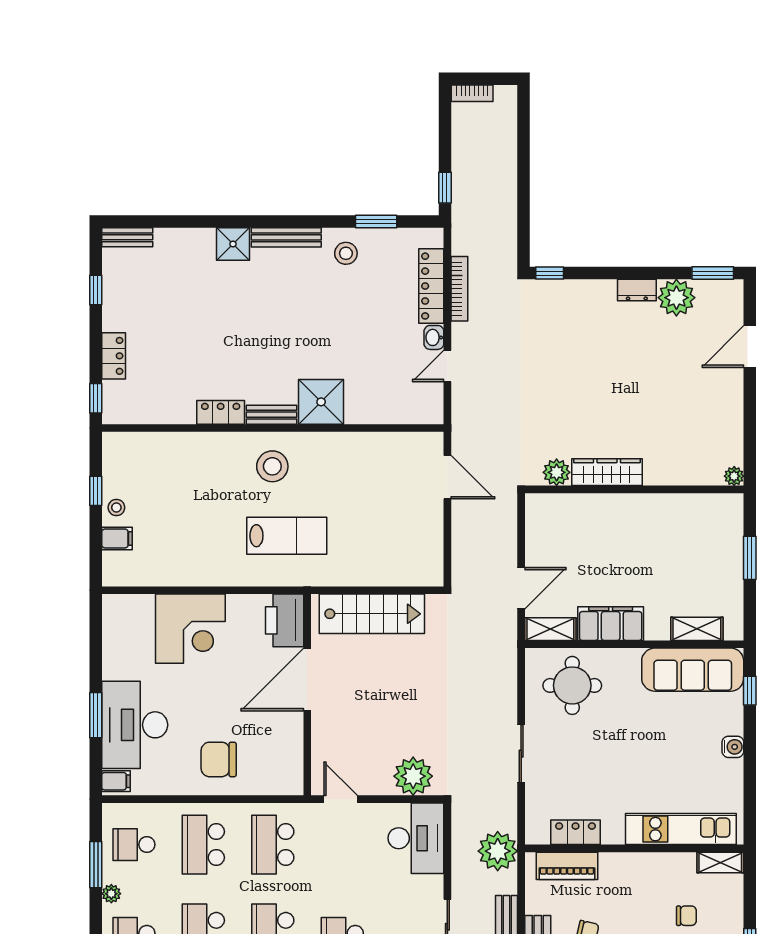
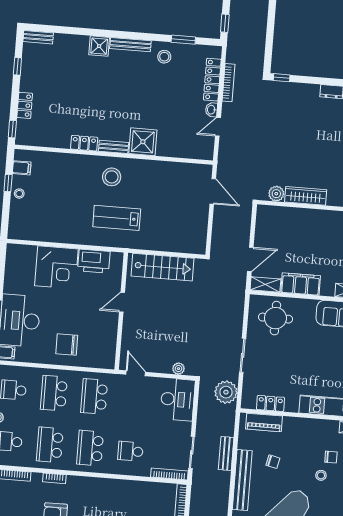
lab bench: (287, 536) -> (117, 218), turned 180
filing cabinet: (117, 538) -> (22, 168), moved
printer: (285, 620) -> (94, 261), moved, turned -90
door: (307, 679) -> (122, 302), width x0.53
plant: (413, 776) -> (178, 369), width x0.53, depth x0.53
plant: (498, 851) -> (226, 392), moved

